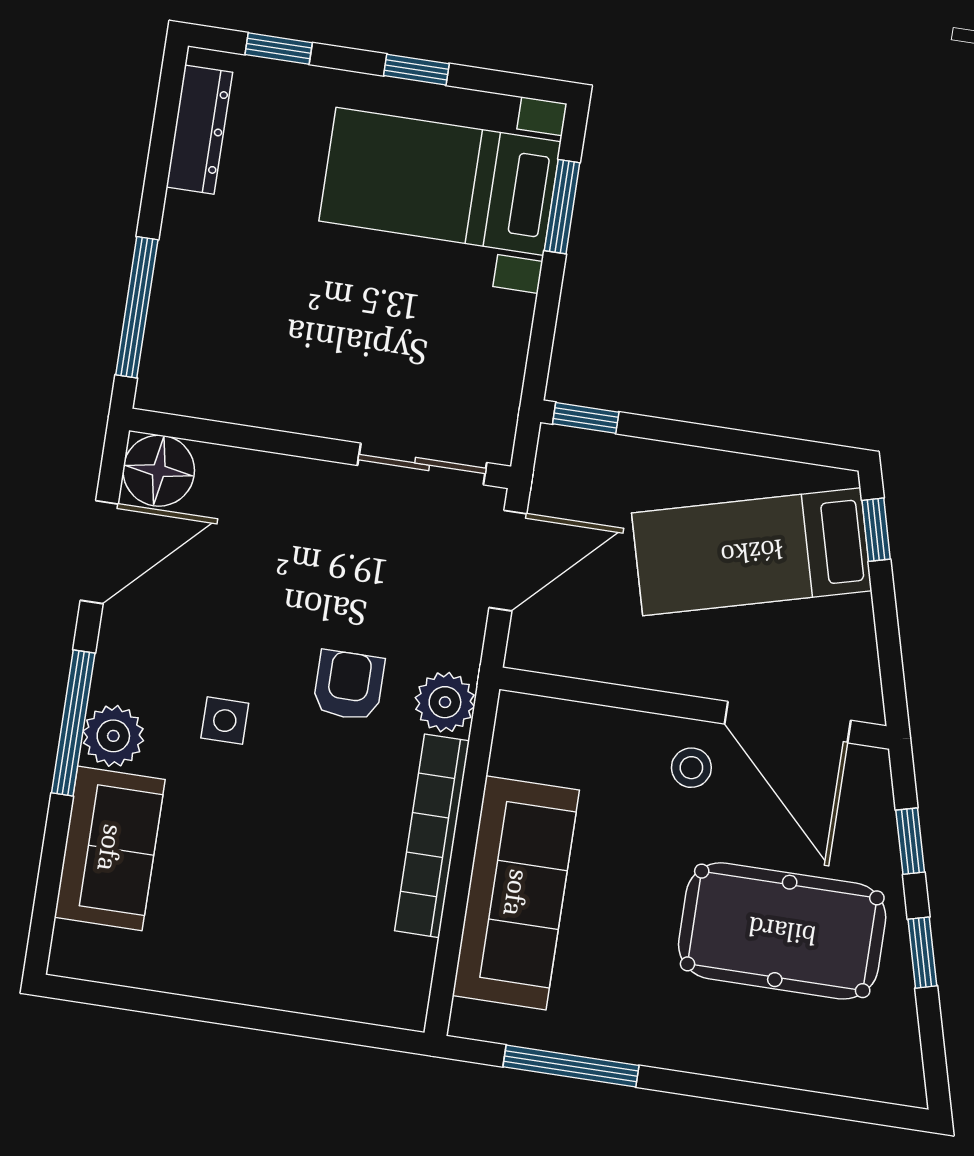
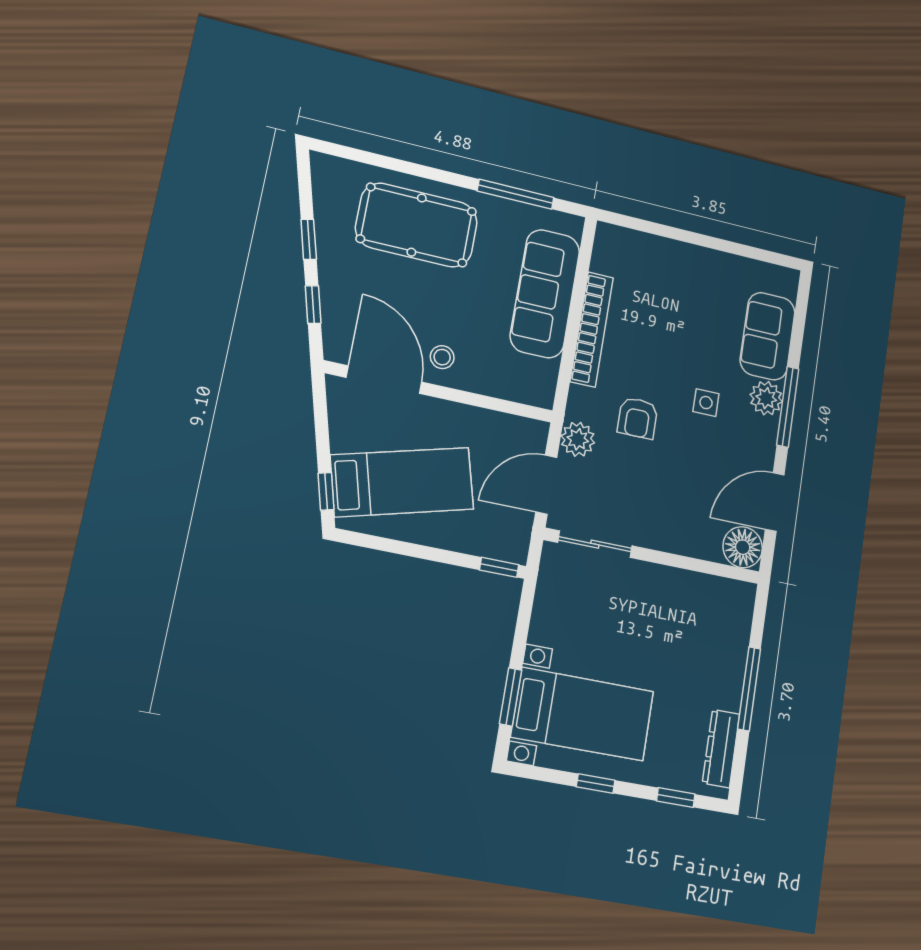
window: (137, 307) -> (749, 689), moved
plant: (445, 702) -> (578, 439), moved
pool table: (782, 931) -> (417, 225), moved

